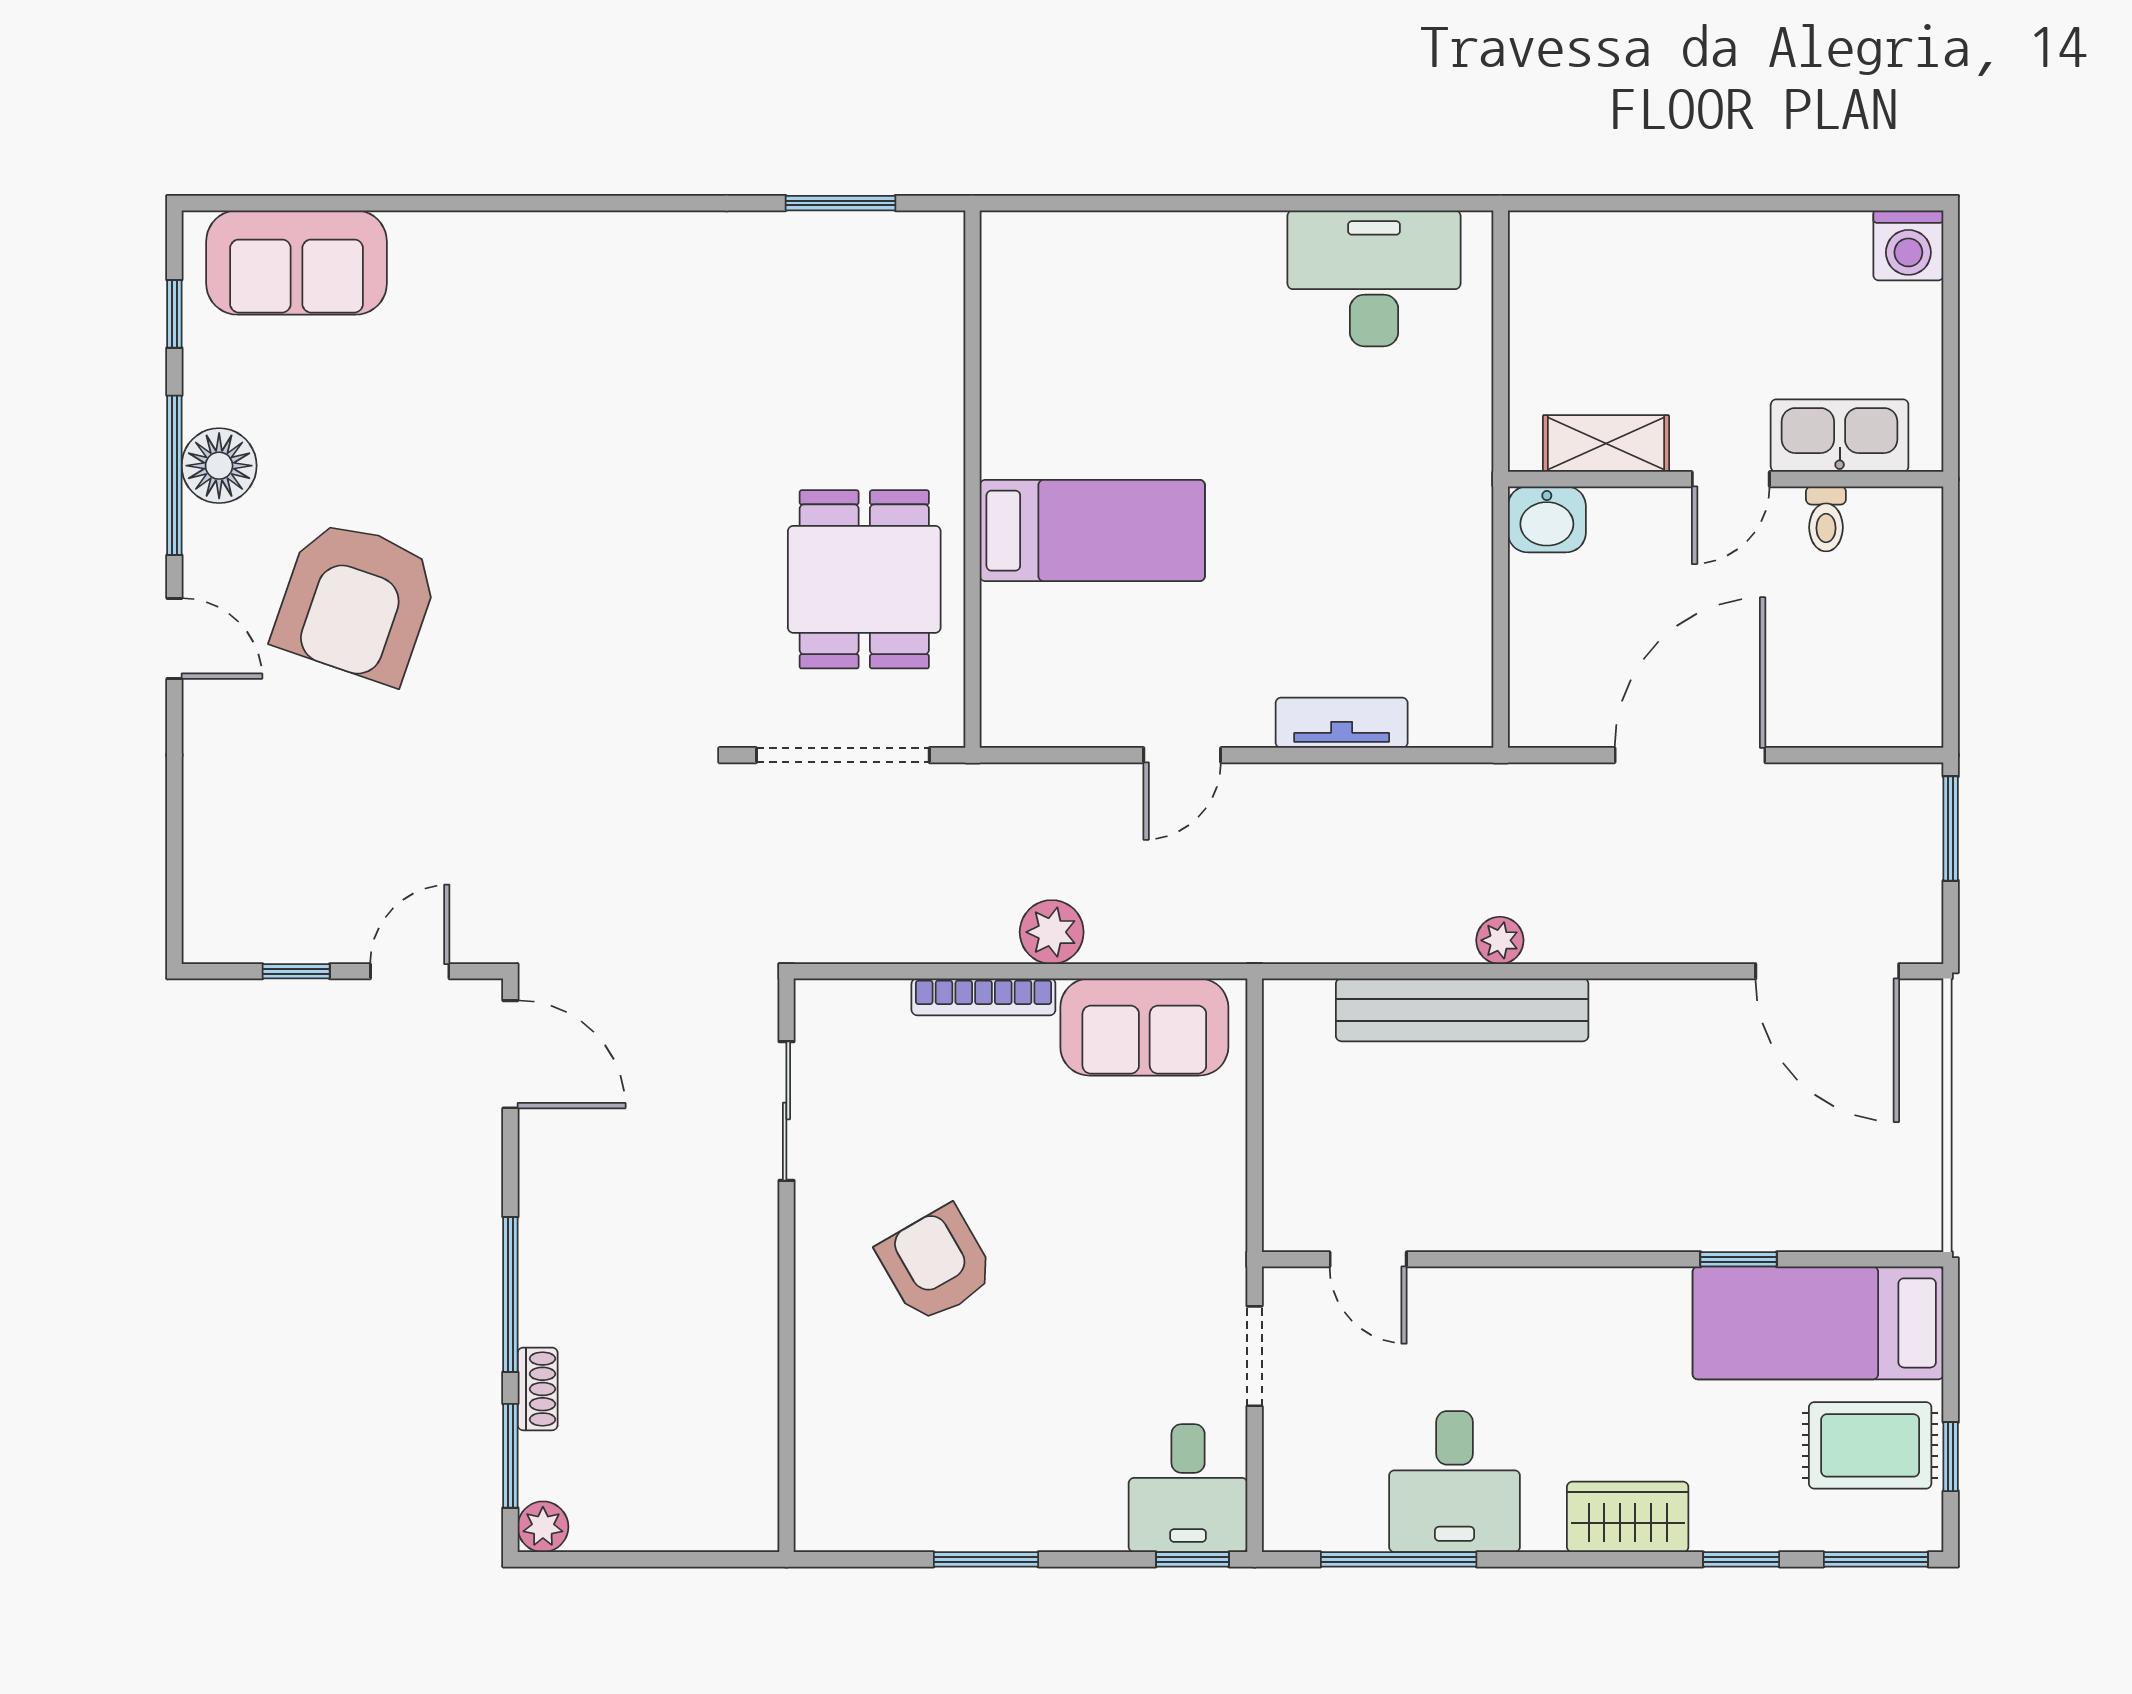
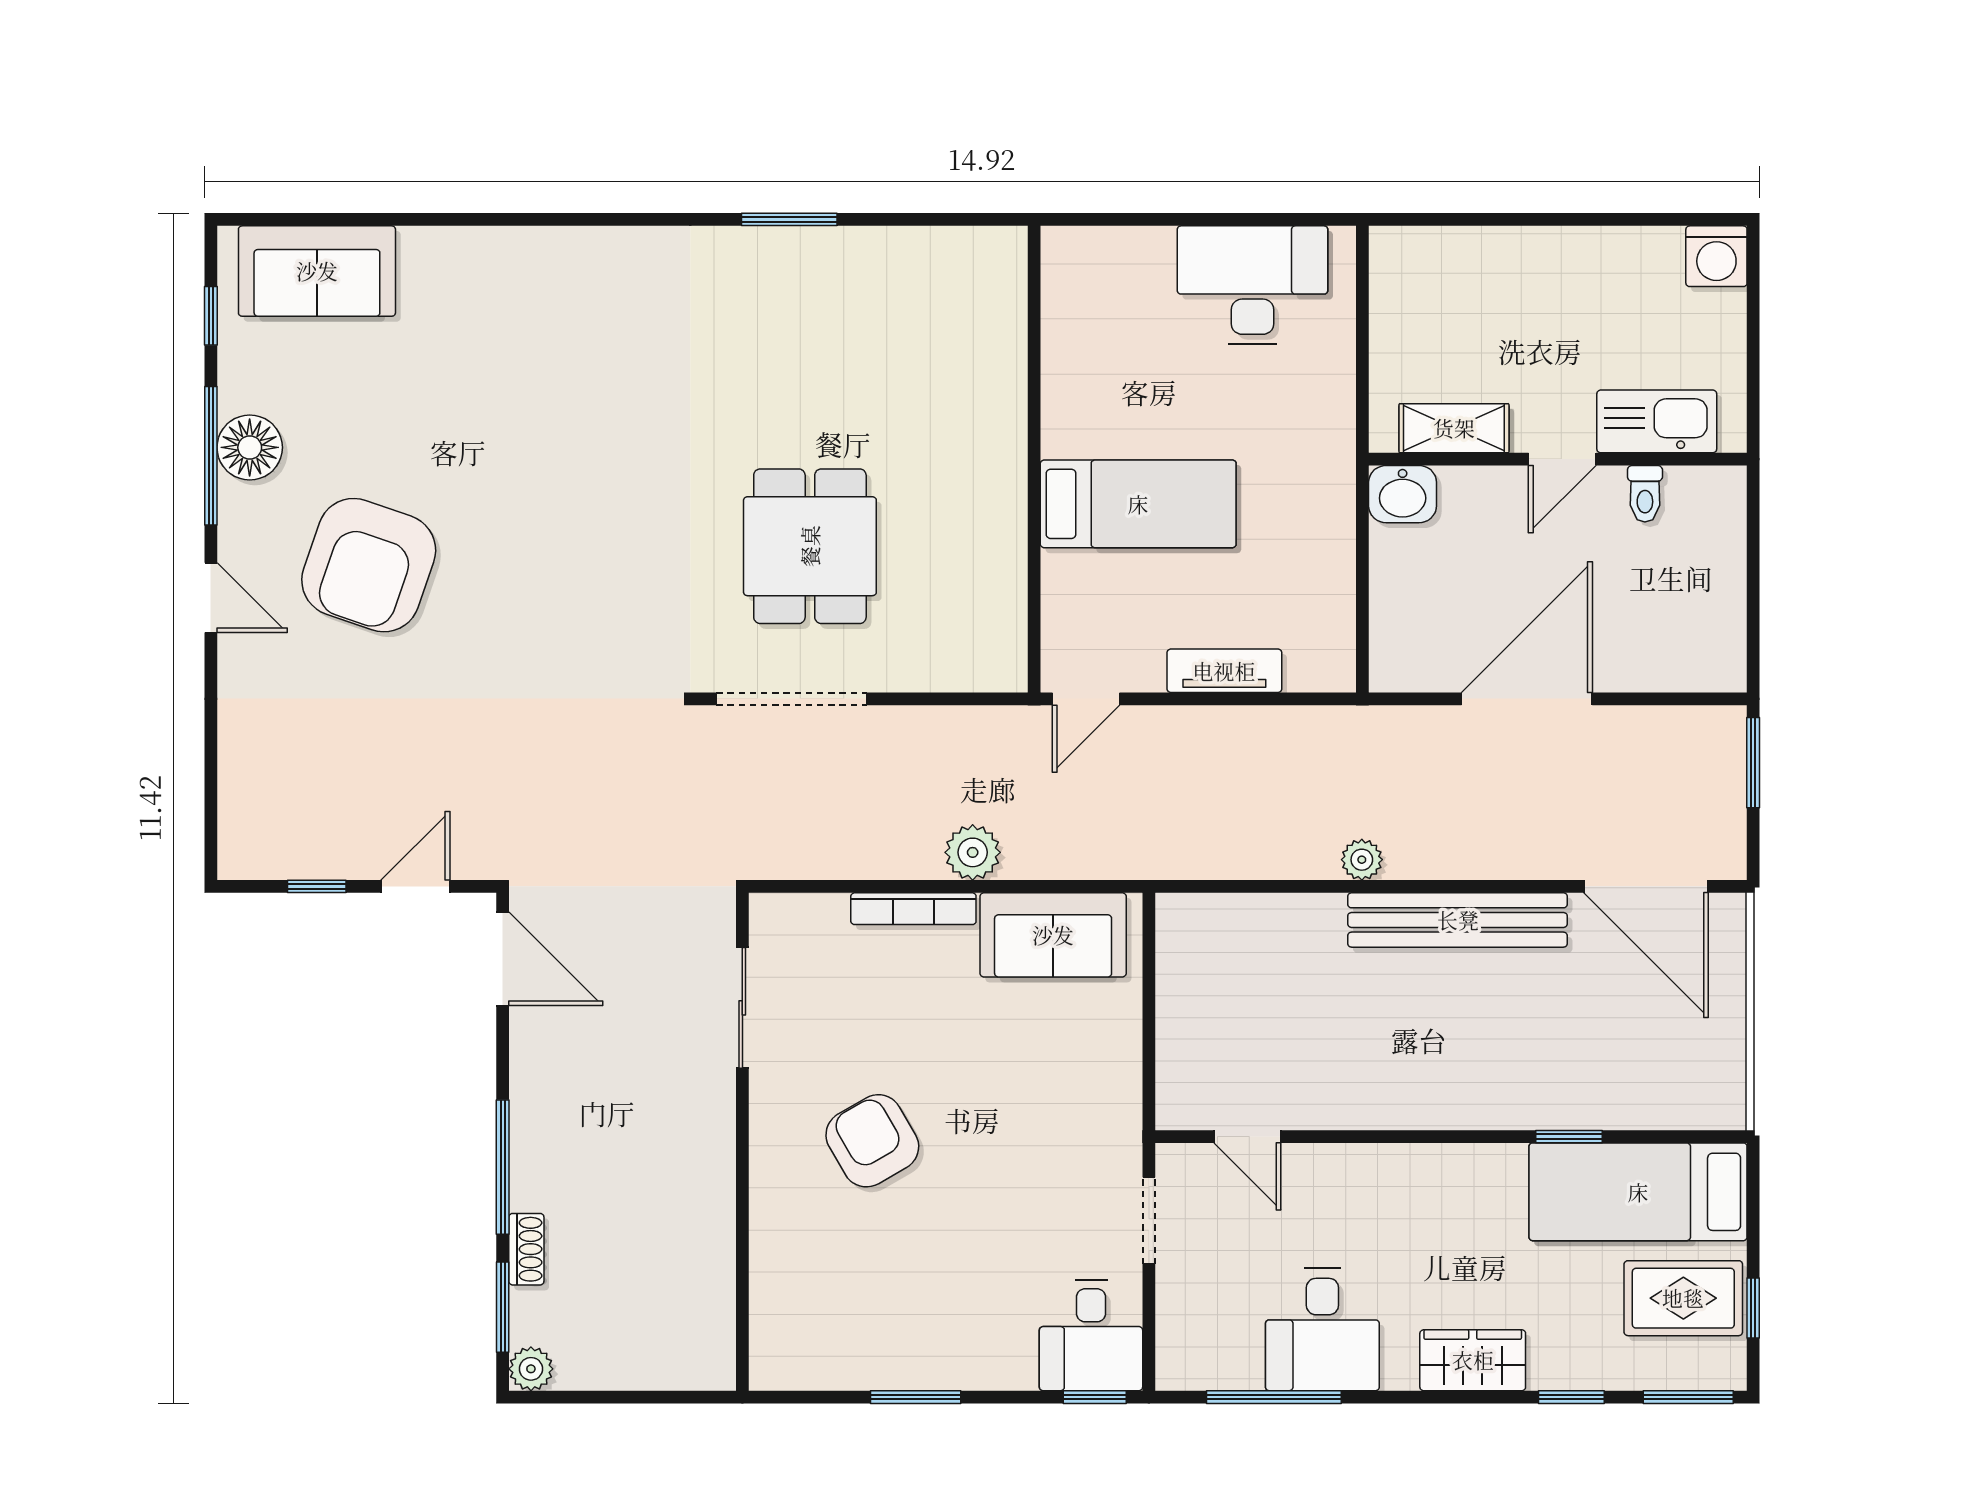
wall: (972, 479) -> (1034, 459), moved
bed: (1092, 531) -> (1138, 504), moved
bench: (1462, 1010) -> (1458, 920), moved

